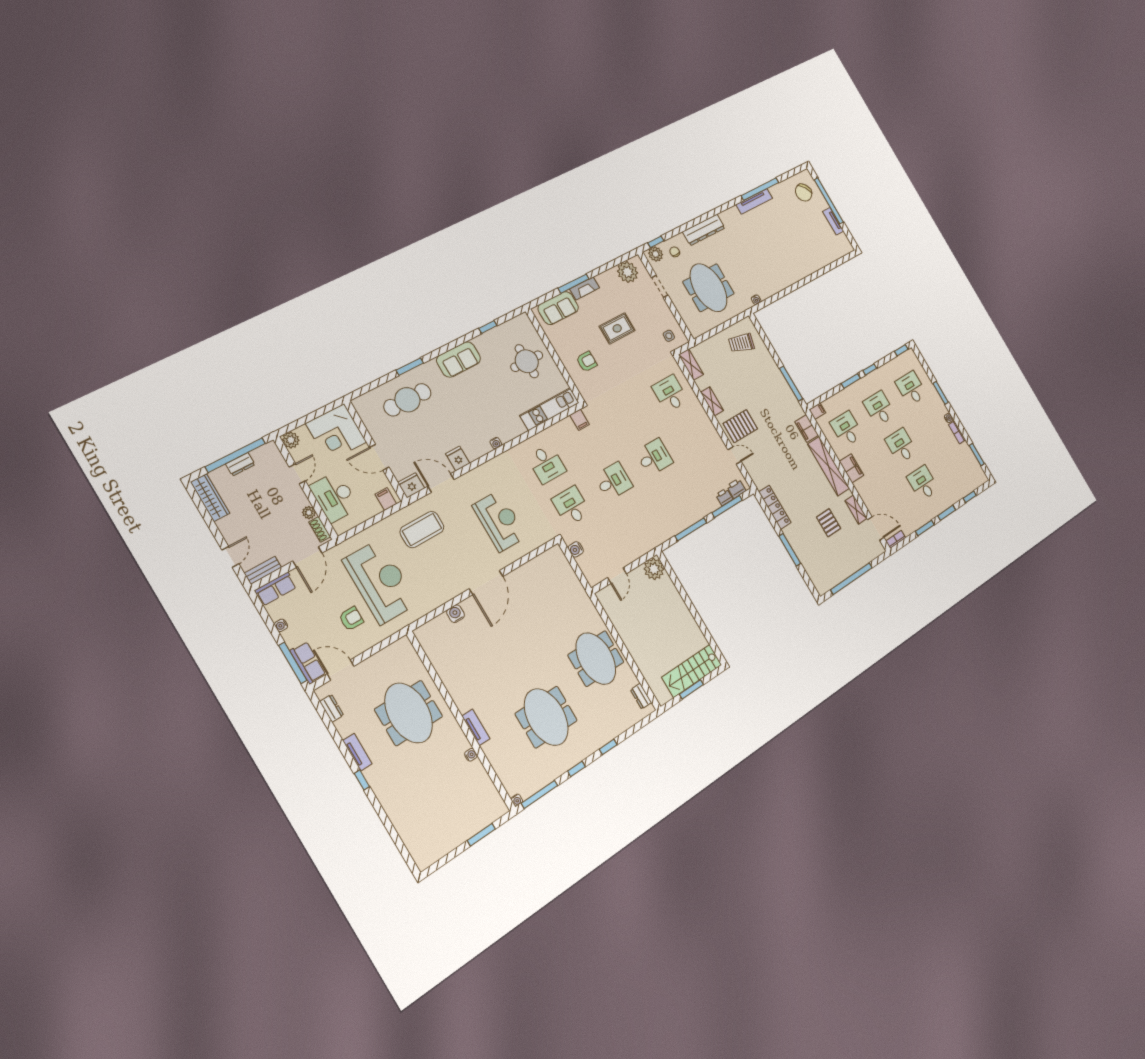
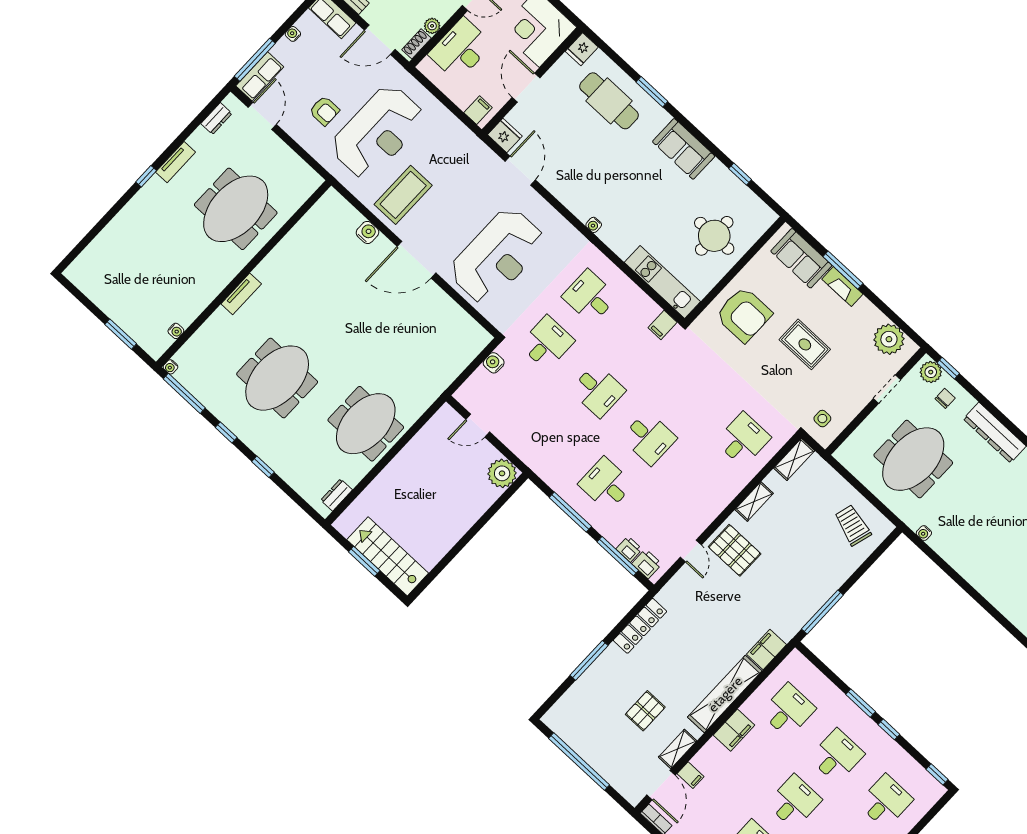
armchair: (587, 362) -> (744, 315), width x1.88, depth x1.88
filing cabinet: (817, 411) -> (691, 775), moved
fridge: (458, 459) -> (582, 49), moved, turned 180
desk: (547, 464) -> (590, 297), turned 90
desk: (678, 498) -> (606, 484), added
reception desk: (500, 521) -> (497, 256), width x1.36, depth x1.30
coffee table: (422, 530) -> (403, 195), moved, turned 90
water cooler: (471, 755) -> (176, 331), moved

